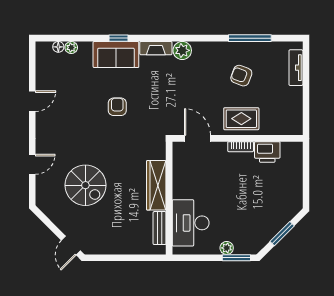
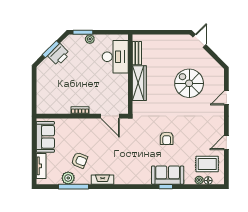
fireplace: (156, 48) -> (103, 180), moved
plant: (182, 50) -> (68, 178), moved
sofa: (290, 109) -> (45, 137), added
rug: (241, 119) -> (207, 164), moved
printer: (267, 152) -> (59, 55), moved, turned 135

